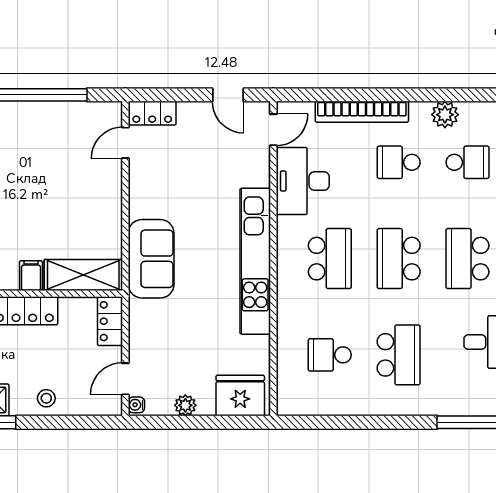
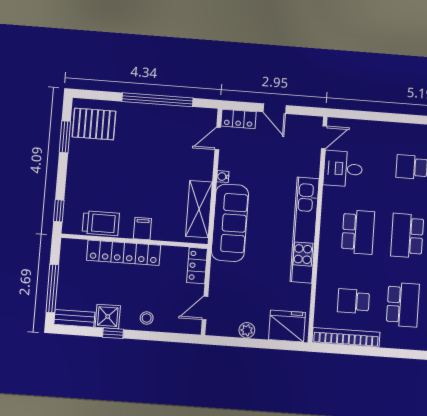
door: (228, 95) -> (275, 109), moved
bookcase: (362, 112) -> (346, 337), moved, turned 180
desk: (303, 181) -> (343, 169), width x0.73
sofa: (151, 259) -> (230, 223), width x1.36
shelving: (83, 275) -> (199, 209), moved, turned 90
water cooler: (136, 405) -> (223, 177), moved

